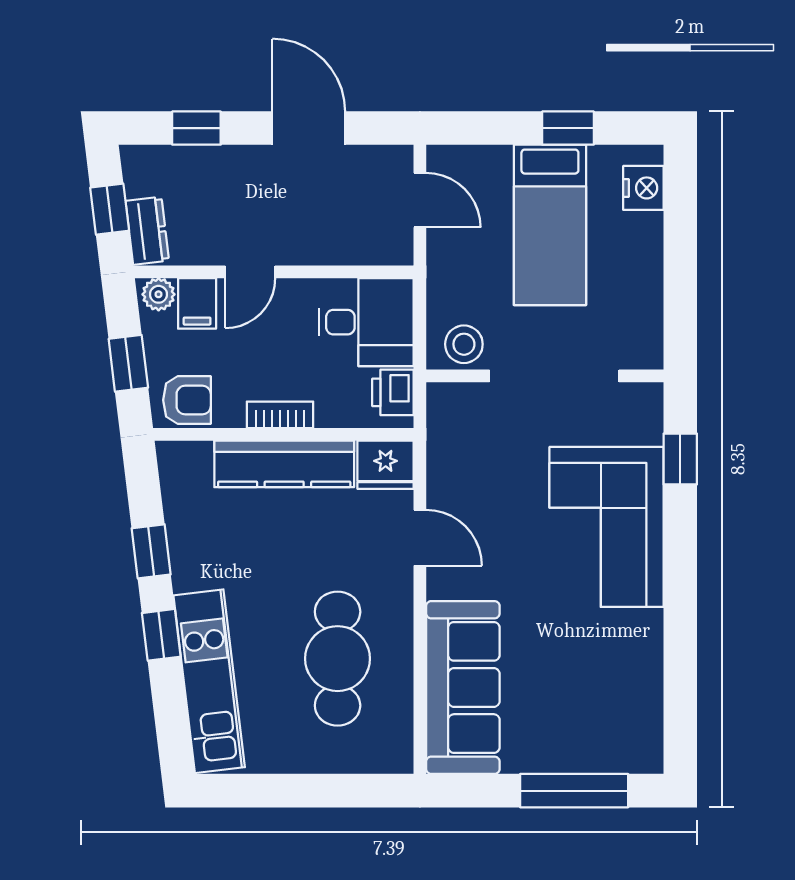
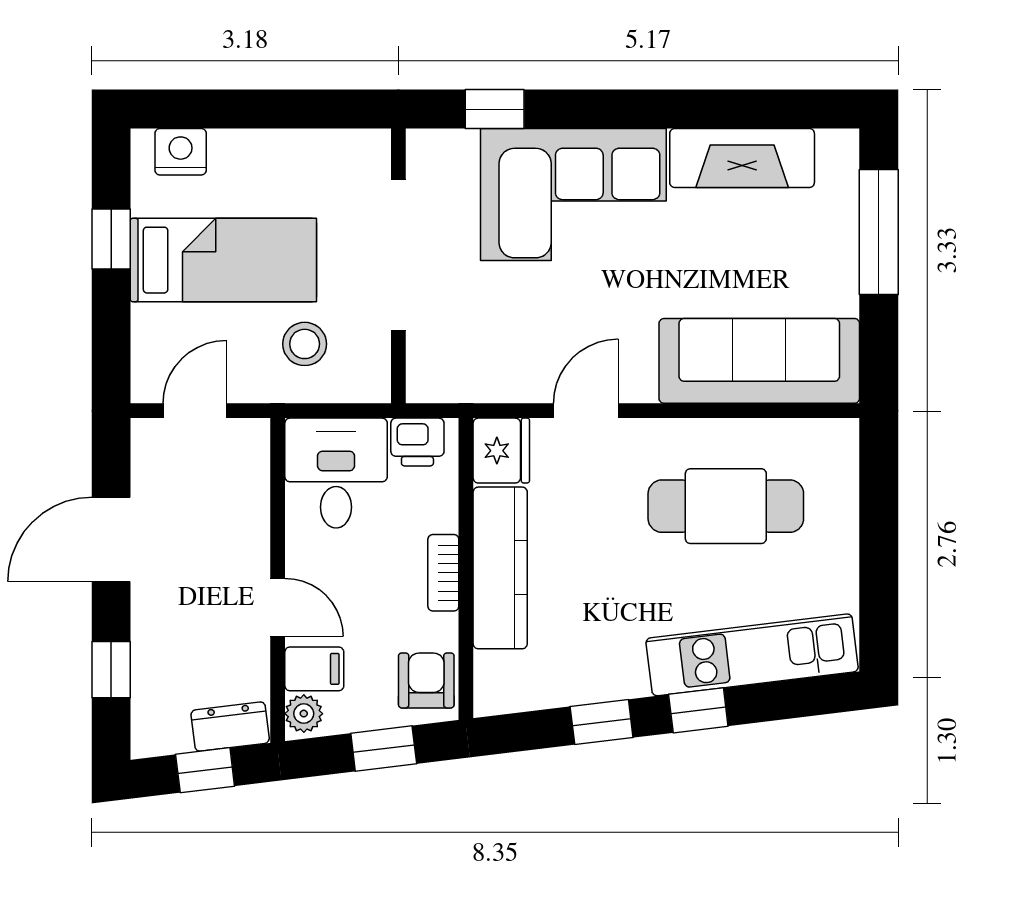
stool: (464, 344) -> (305, 344), moved
fireplace: (638, 673) -> (742, 158), added

